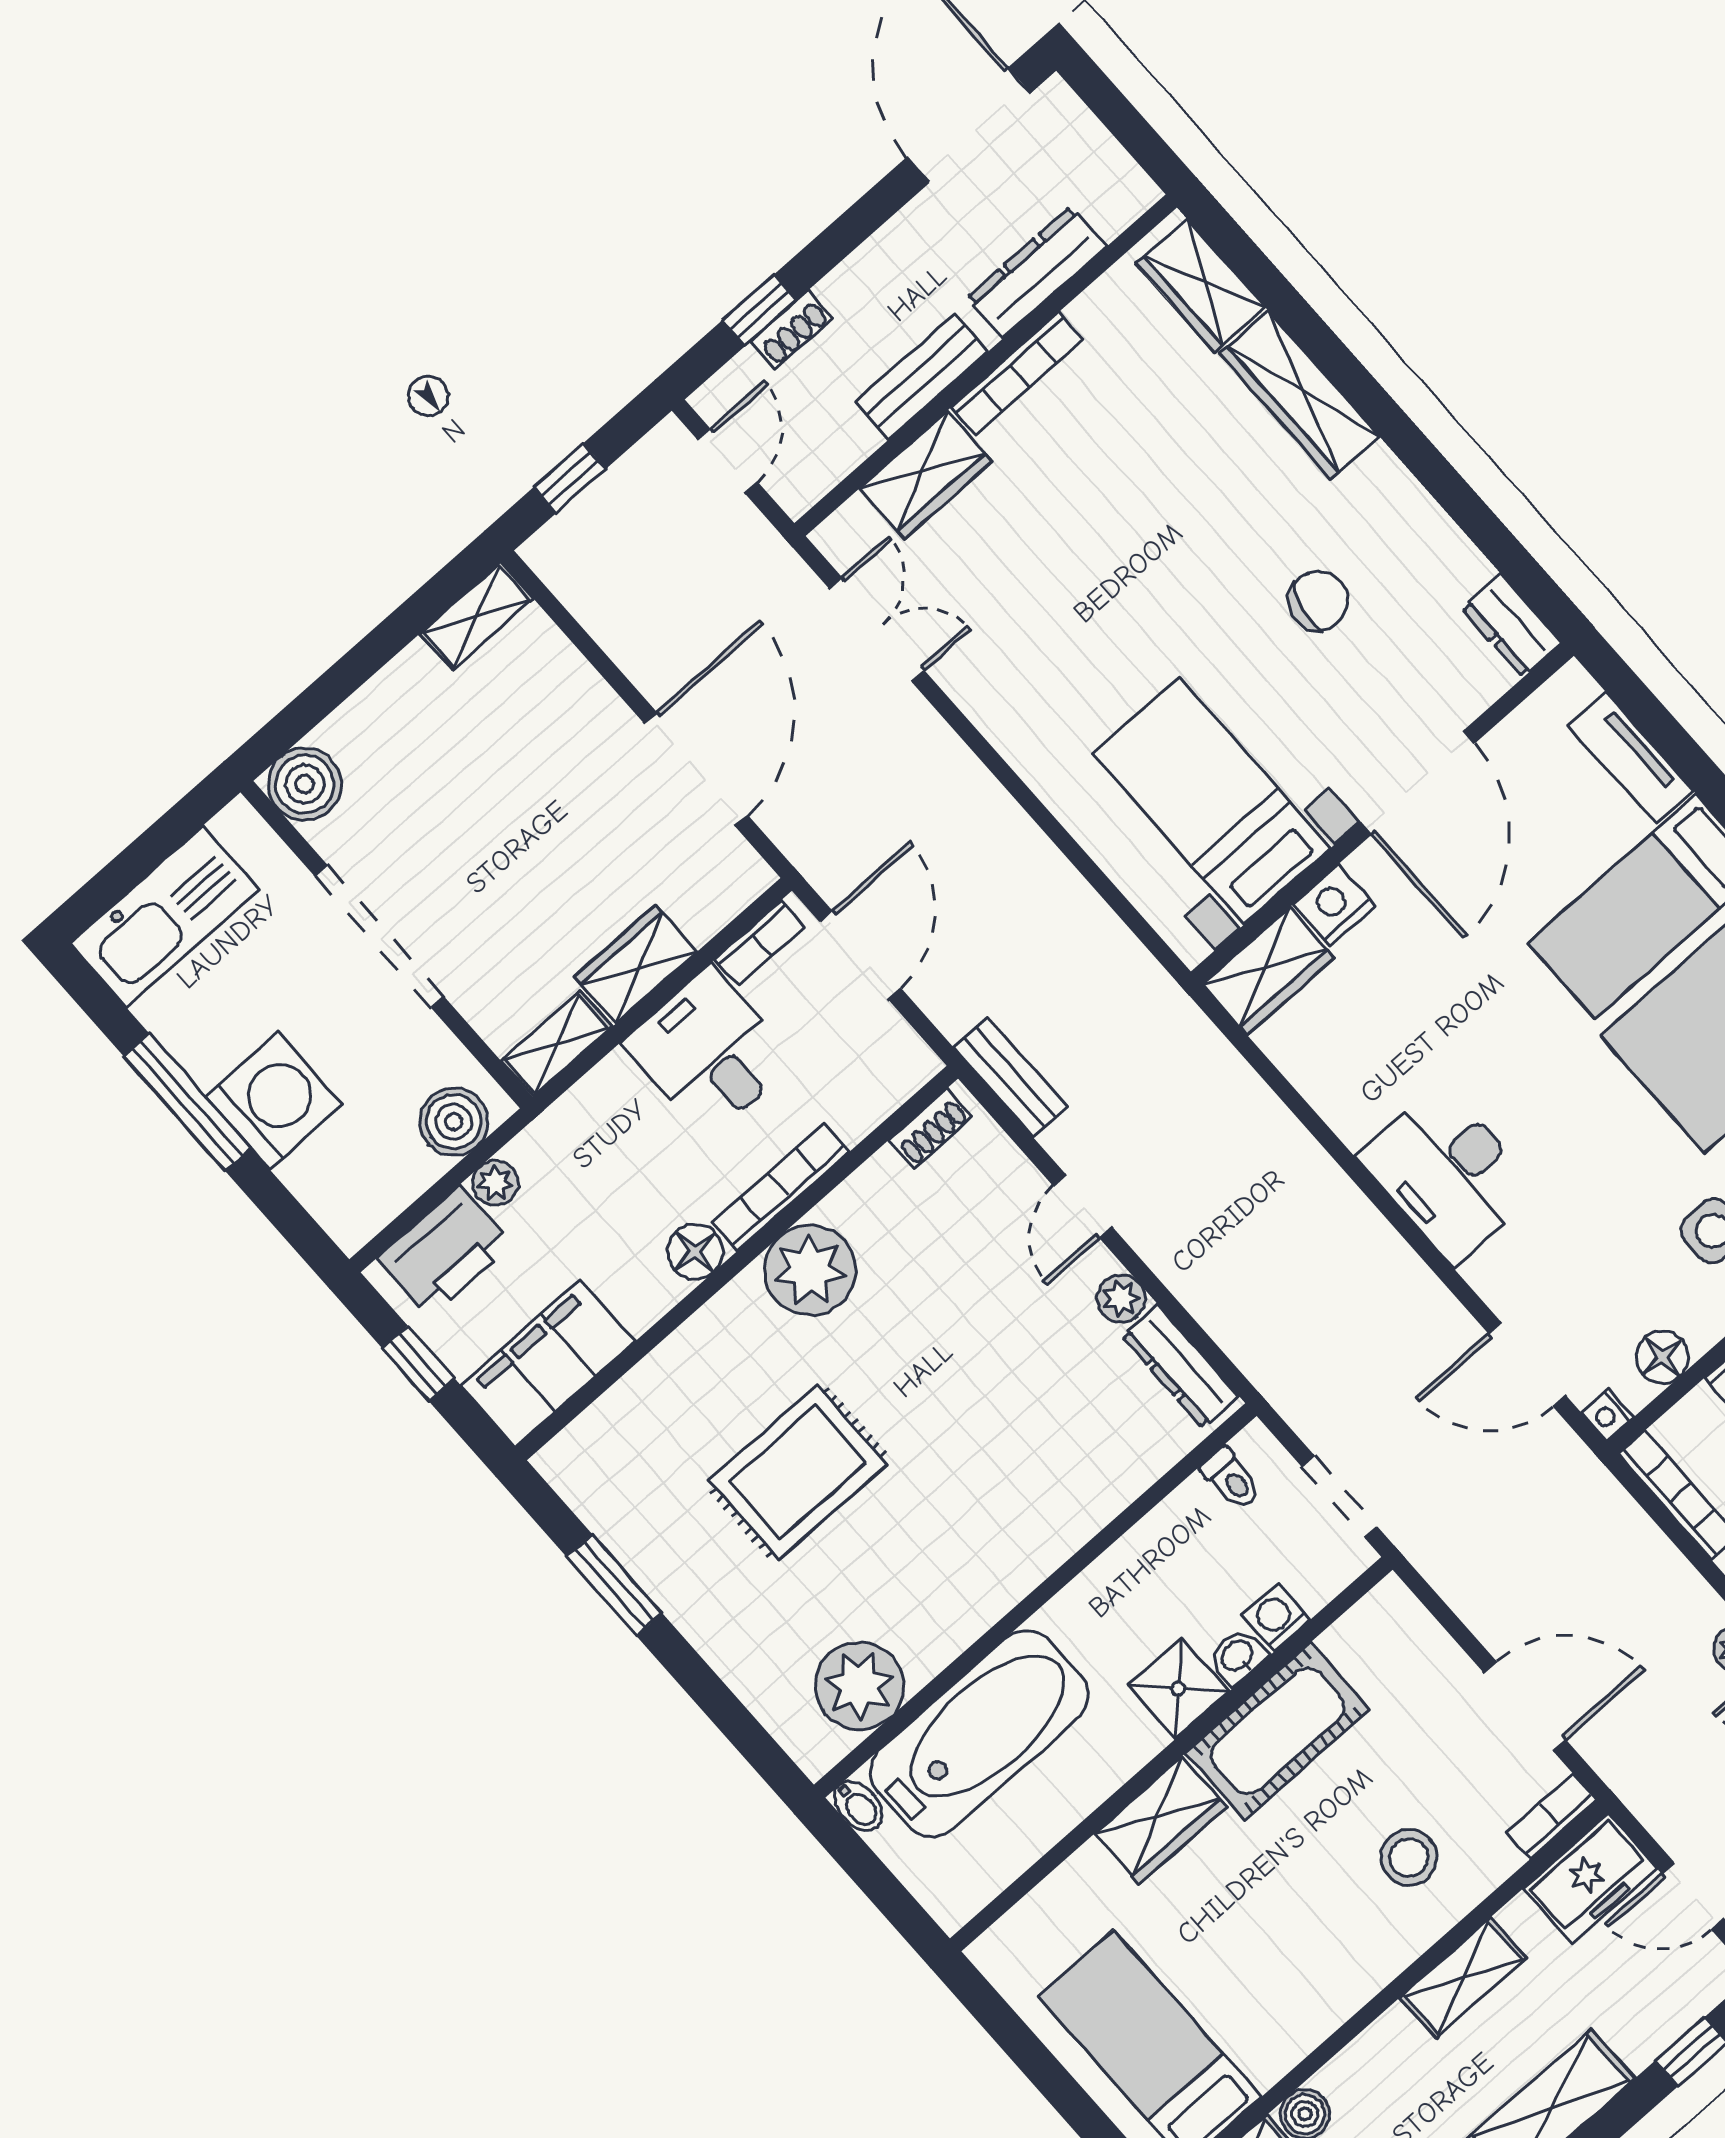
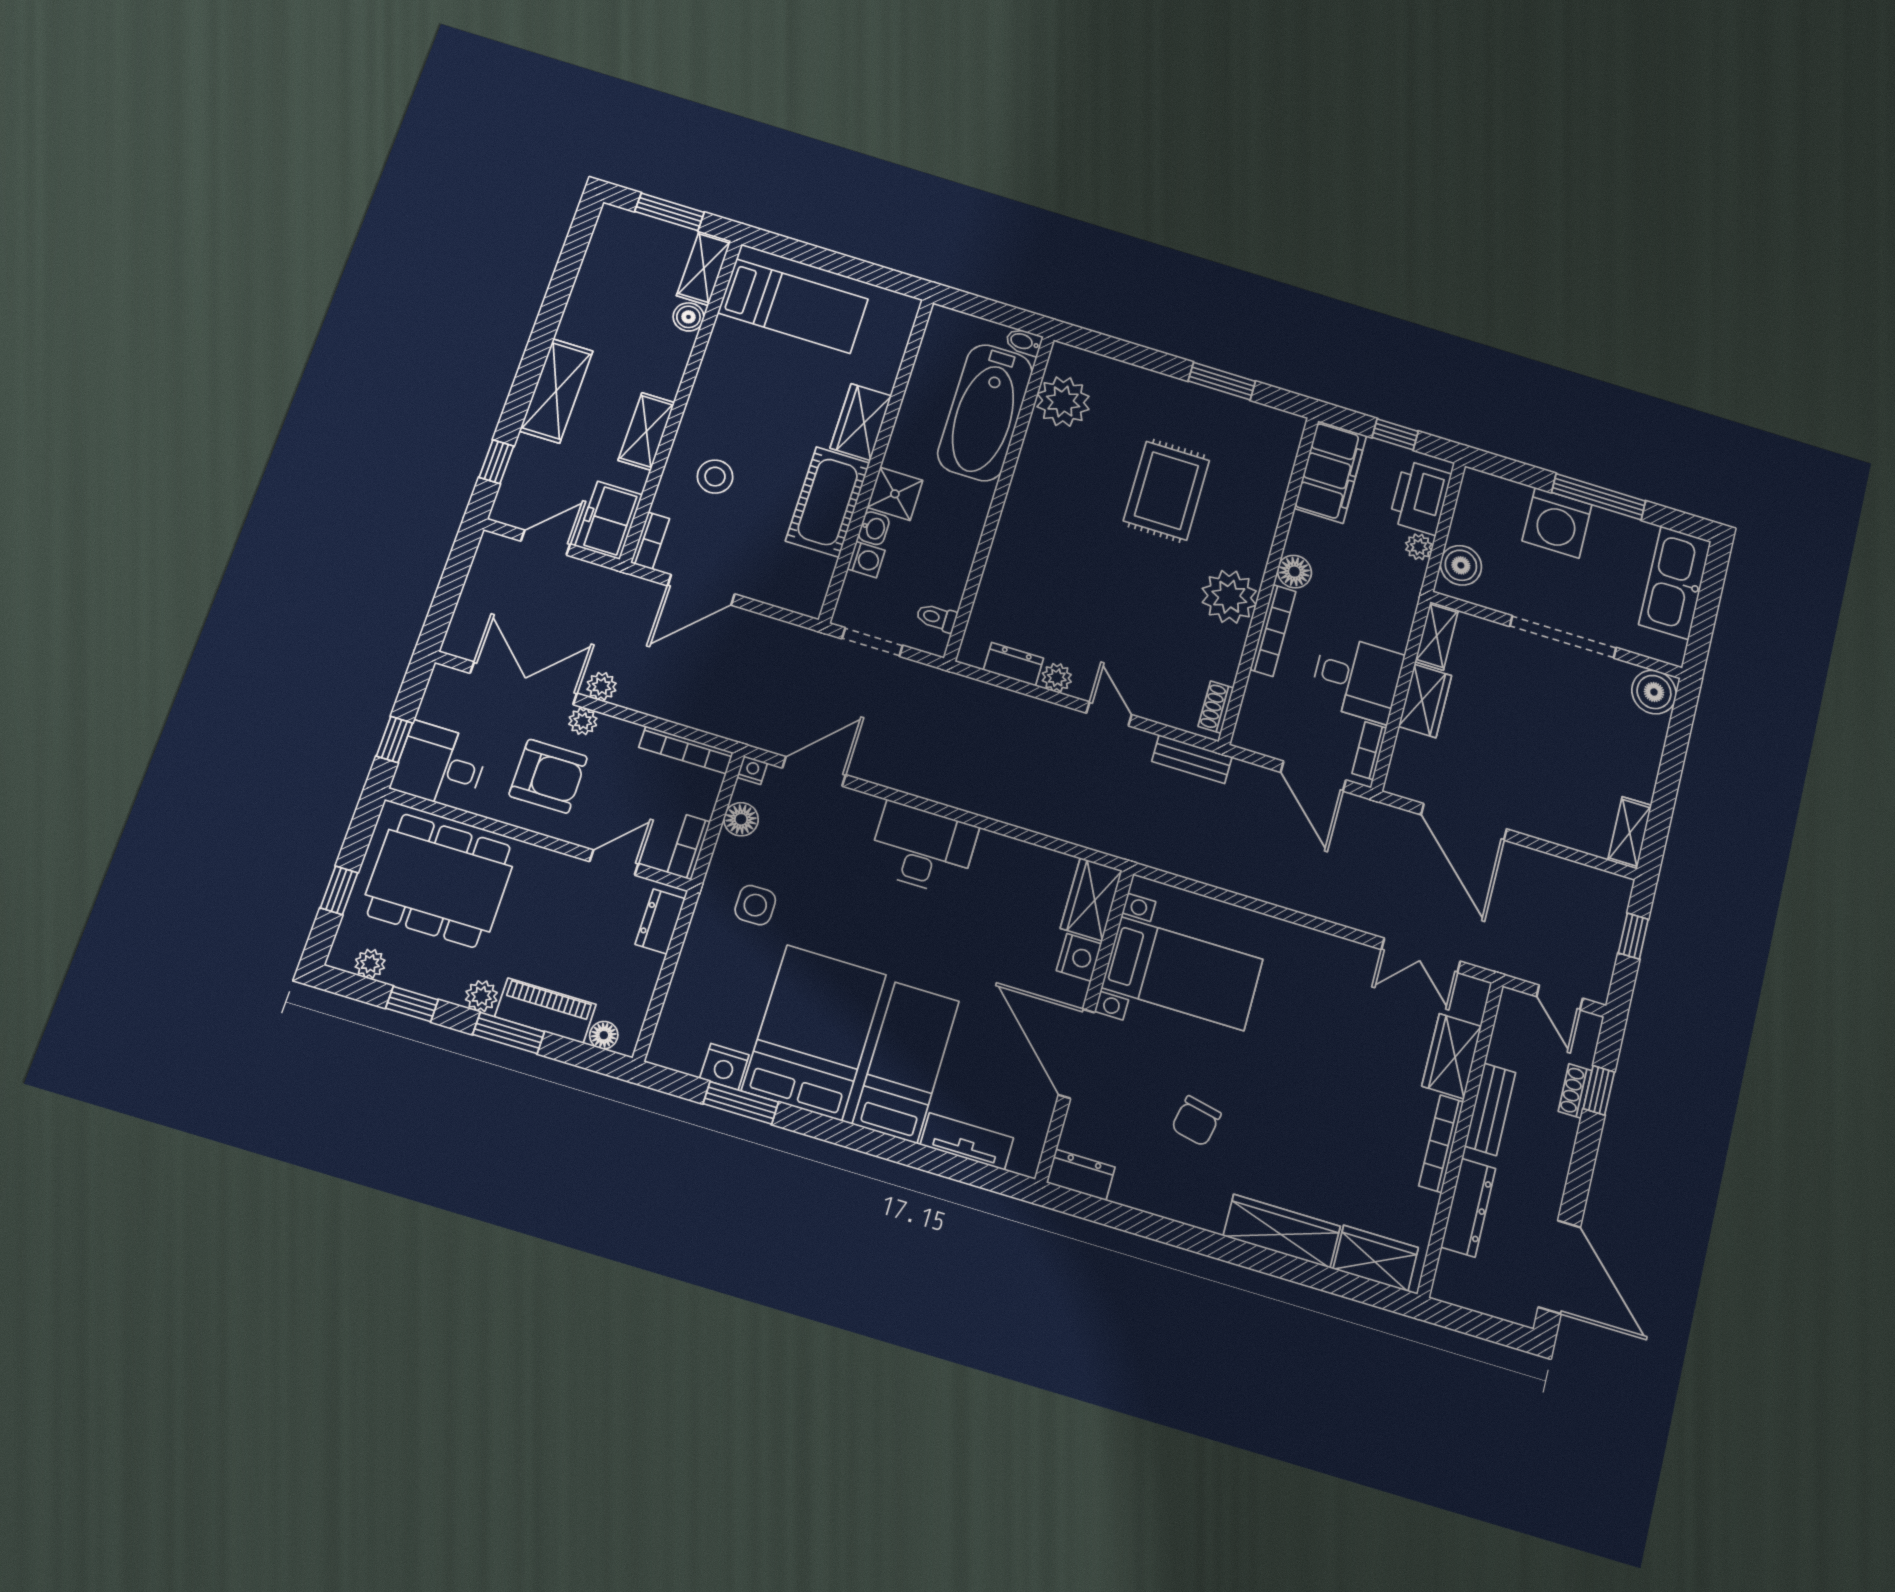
dresser: (1180, 1366) -> (1013, 664), width x0.70

